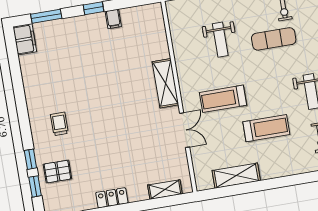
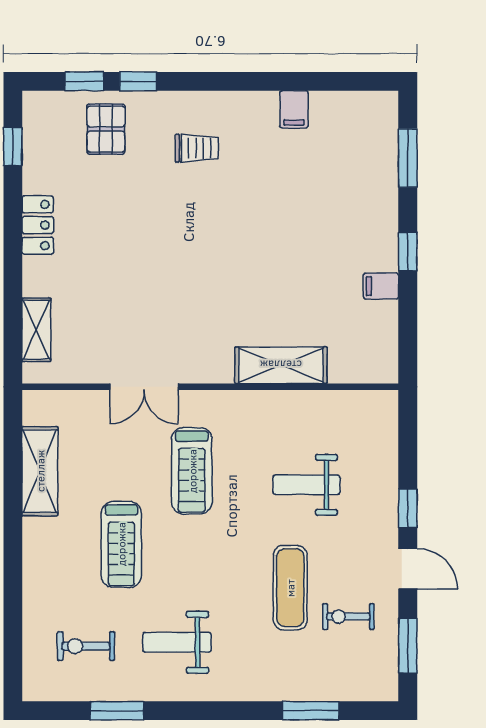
filing cabinet: (25, 39) -> (294, 109), moved, width x0.50
shelving: (165, 83) -> (281, 365), moved
treadmill: (223, 99) -> (192, 471), turned 180

